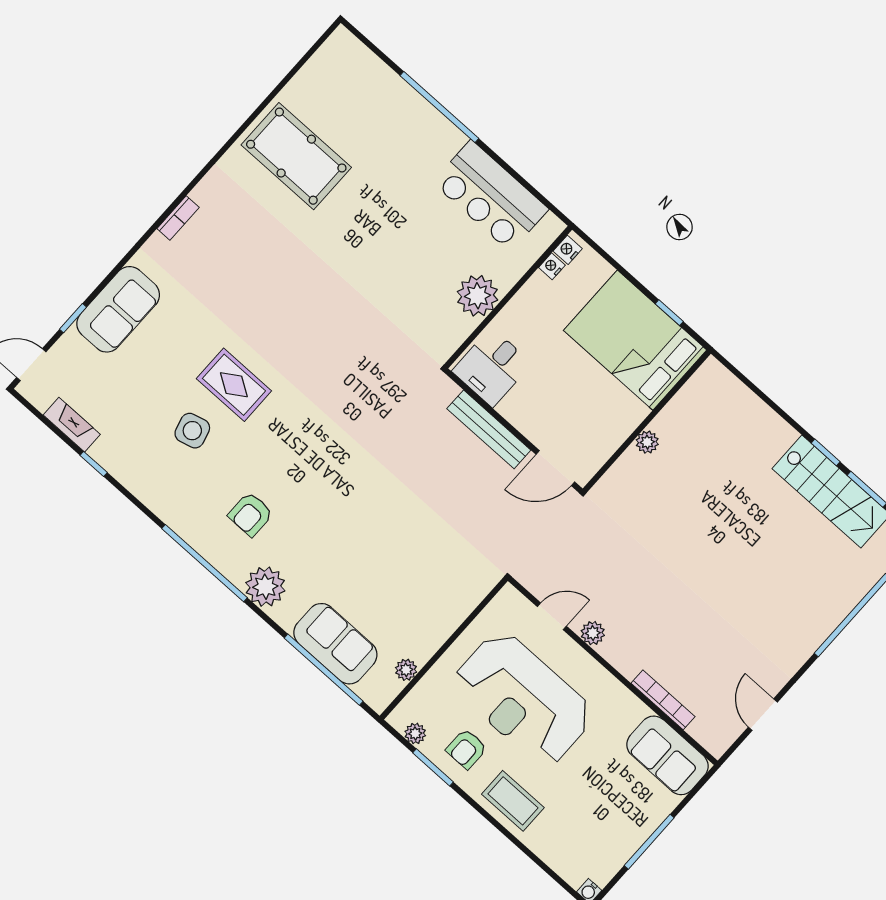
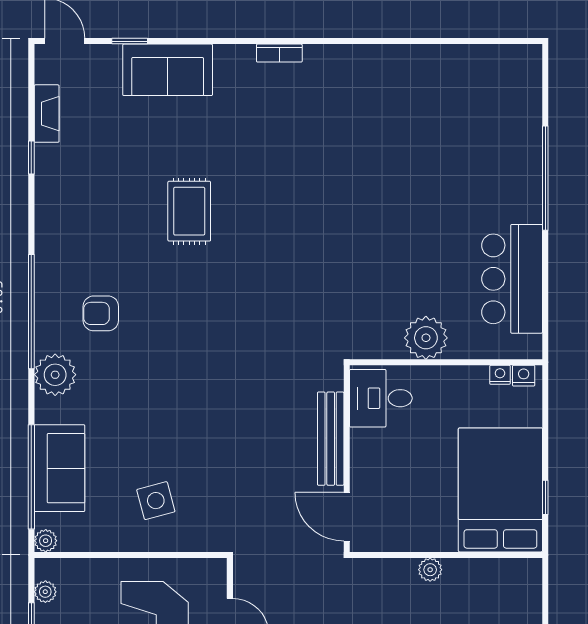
pool table: (296, 156) -> (409, 102), removed
side table: (192, 431) -> (156, 501), moved
plant: (406, 670) -> (46, 541), moved

